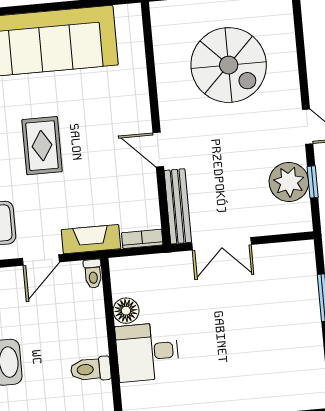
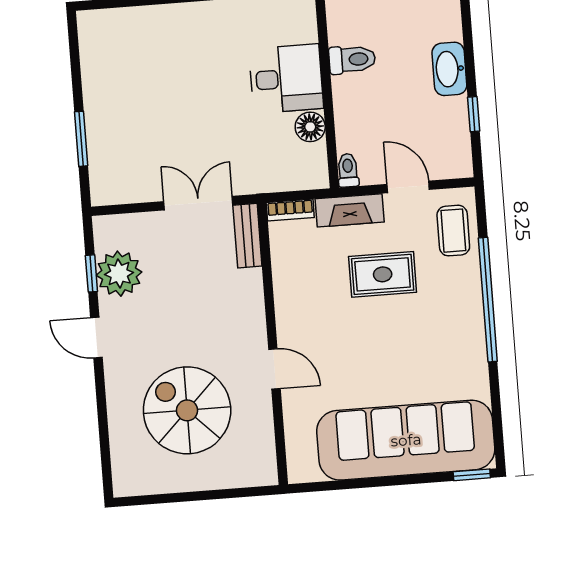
rug: (42, 146) -> (383, 274), moved, turned 90
door: (158, 150) -> (274, 369), moved
bench: (178, 206) -> (247, 236), width x0.73
door: (41, 260) -> (408, 187), hinge flipped

